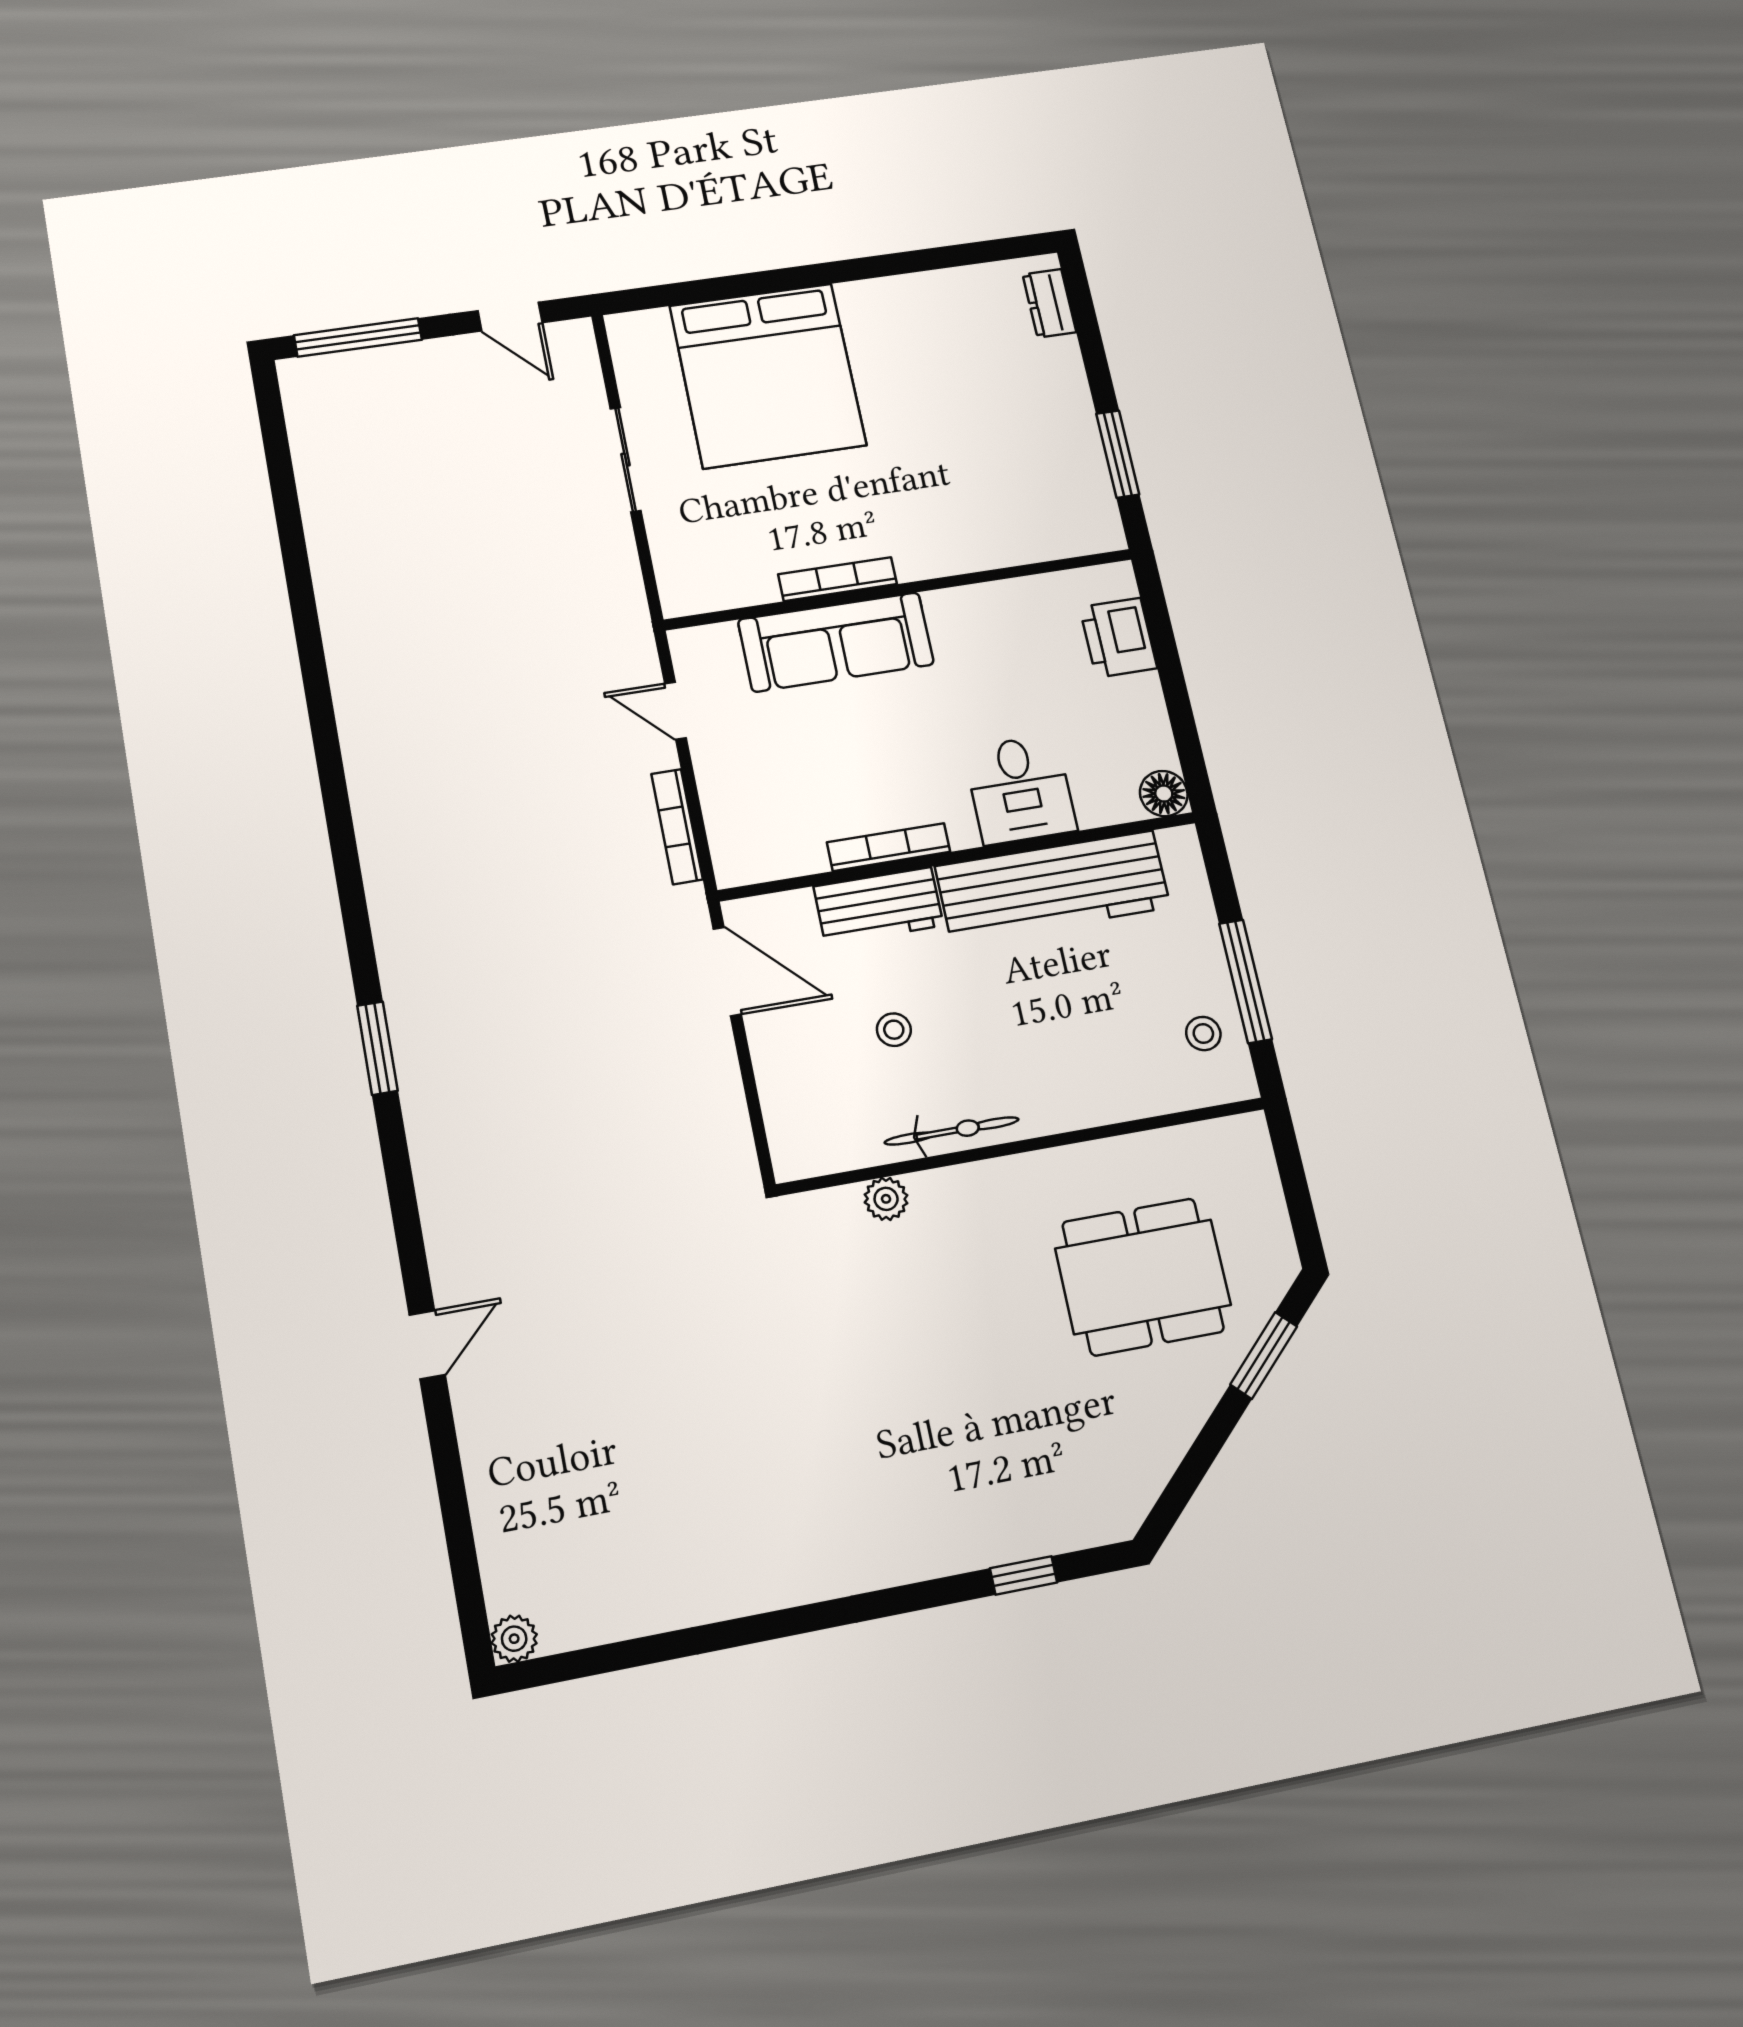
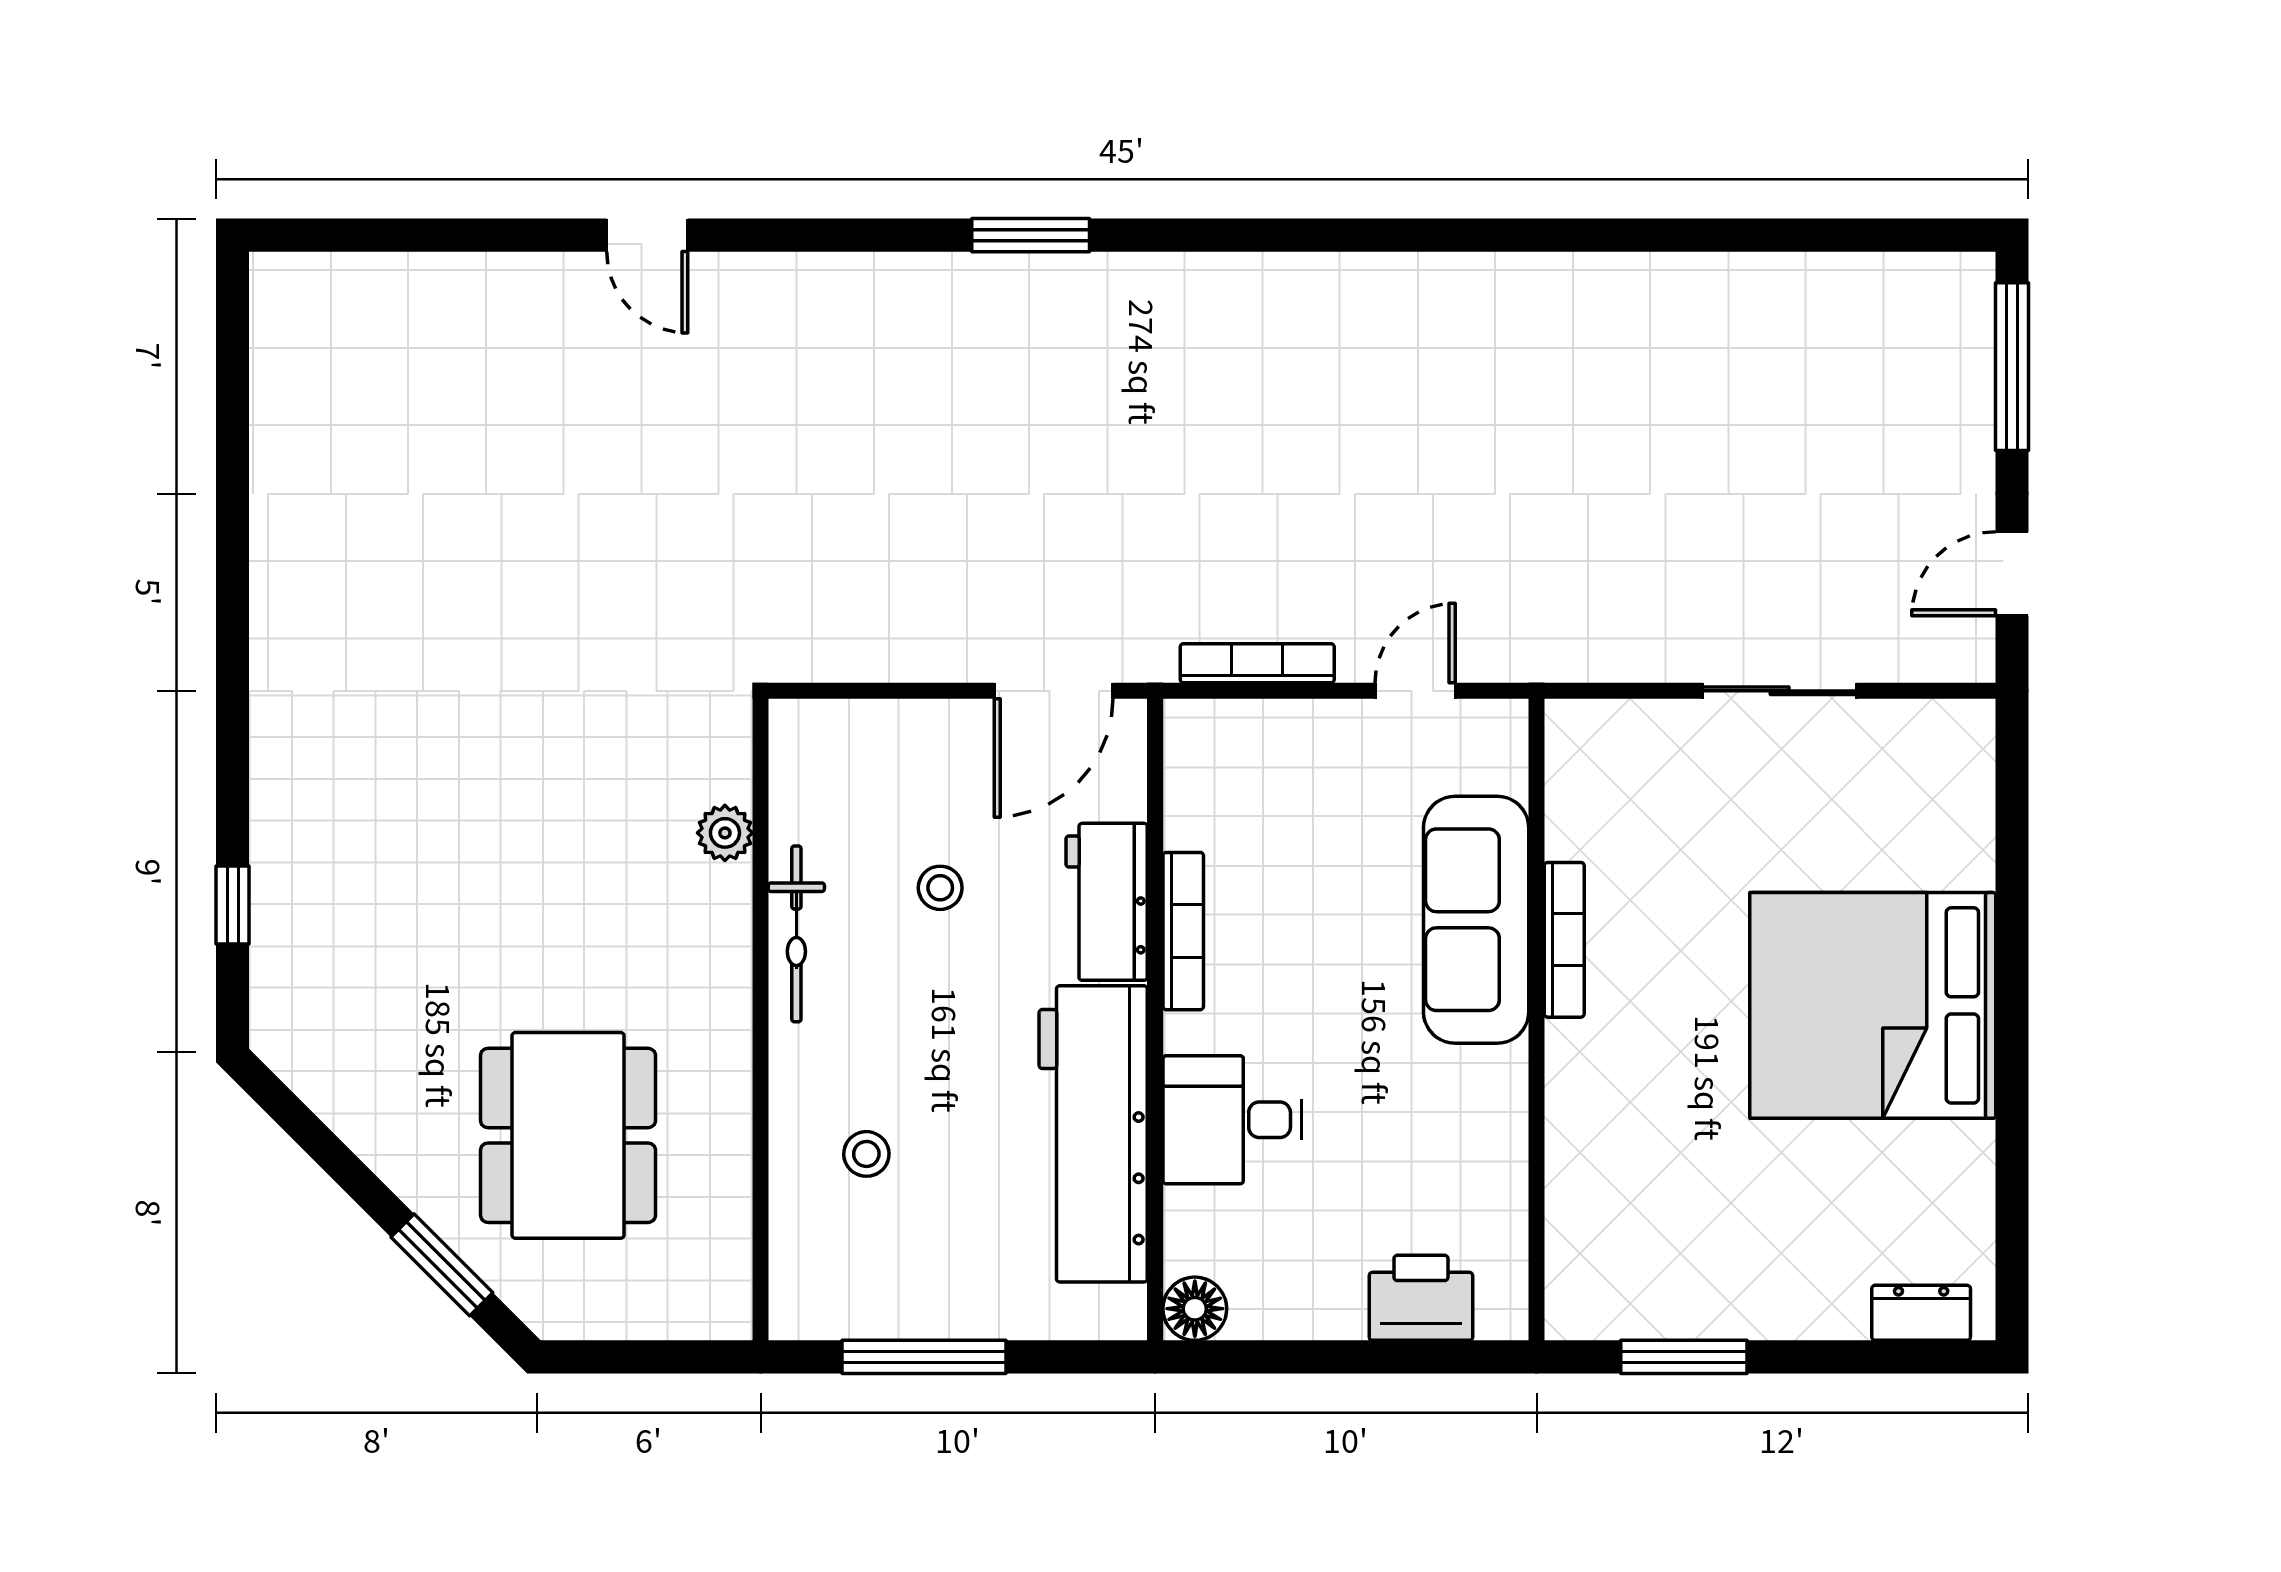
bed: (768, 375) -> (1873, 1005), moved
stool: (1203, 1034) -> (866, 1154), moved
plant: (514, 1639) -> (277, 279), removed

